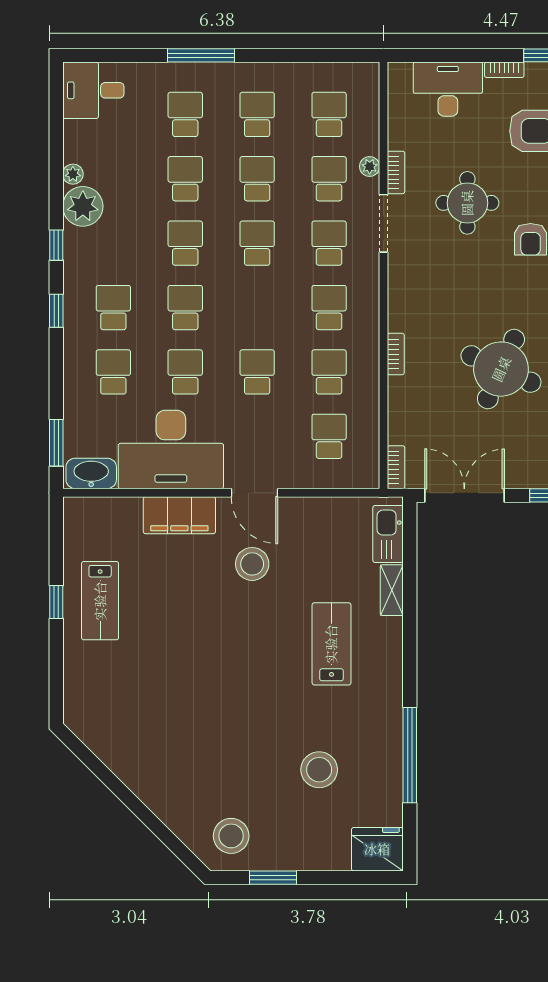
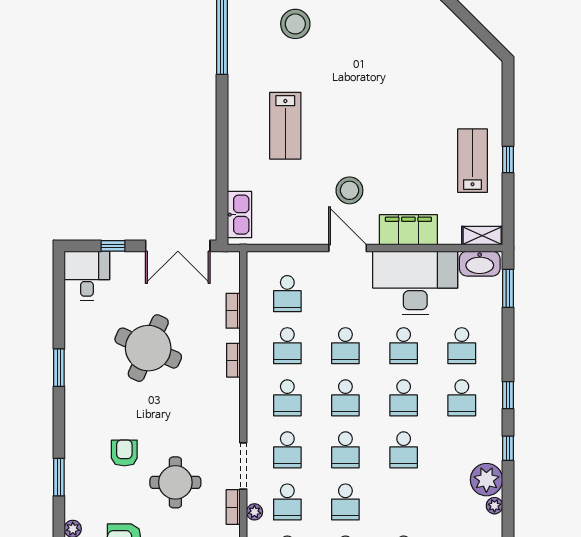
school desk: (185, 179) -> (345, 398), moved
bookcase: (396, 467) -> (233, 311), moved
shelving: (392, 590) -> (482, 236), moved, turned 90

